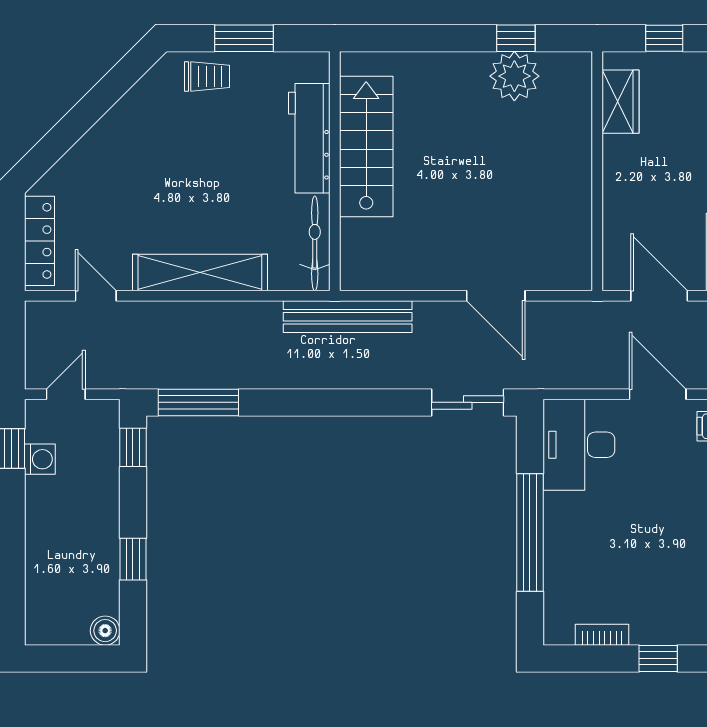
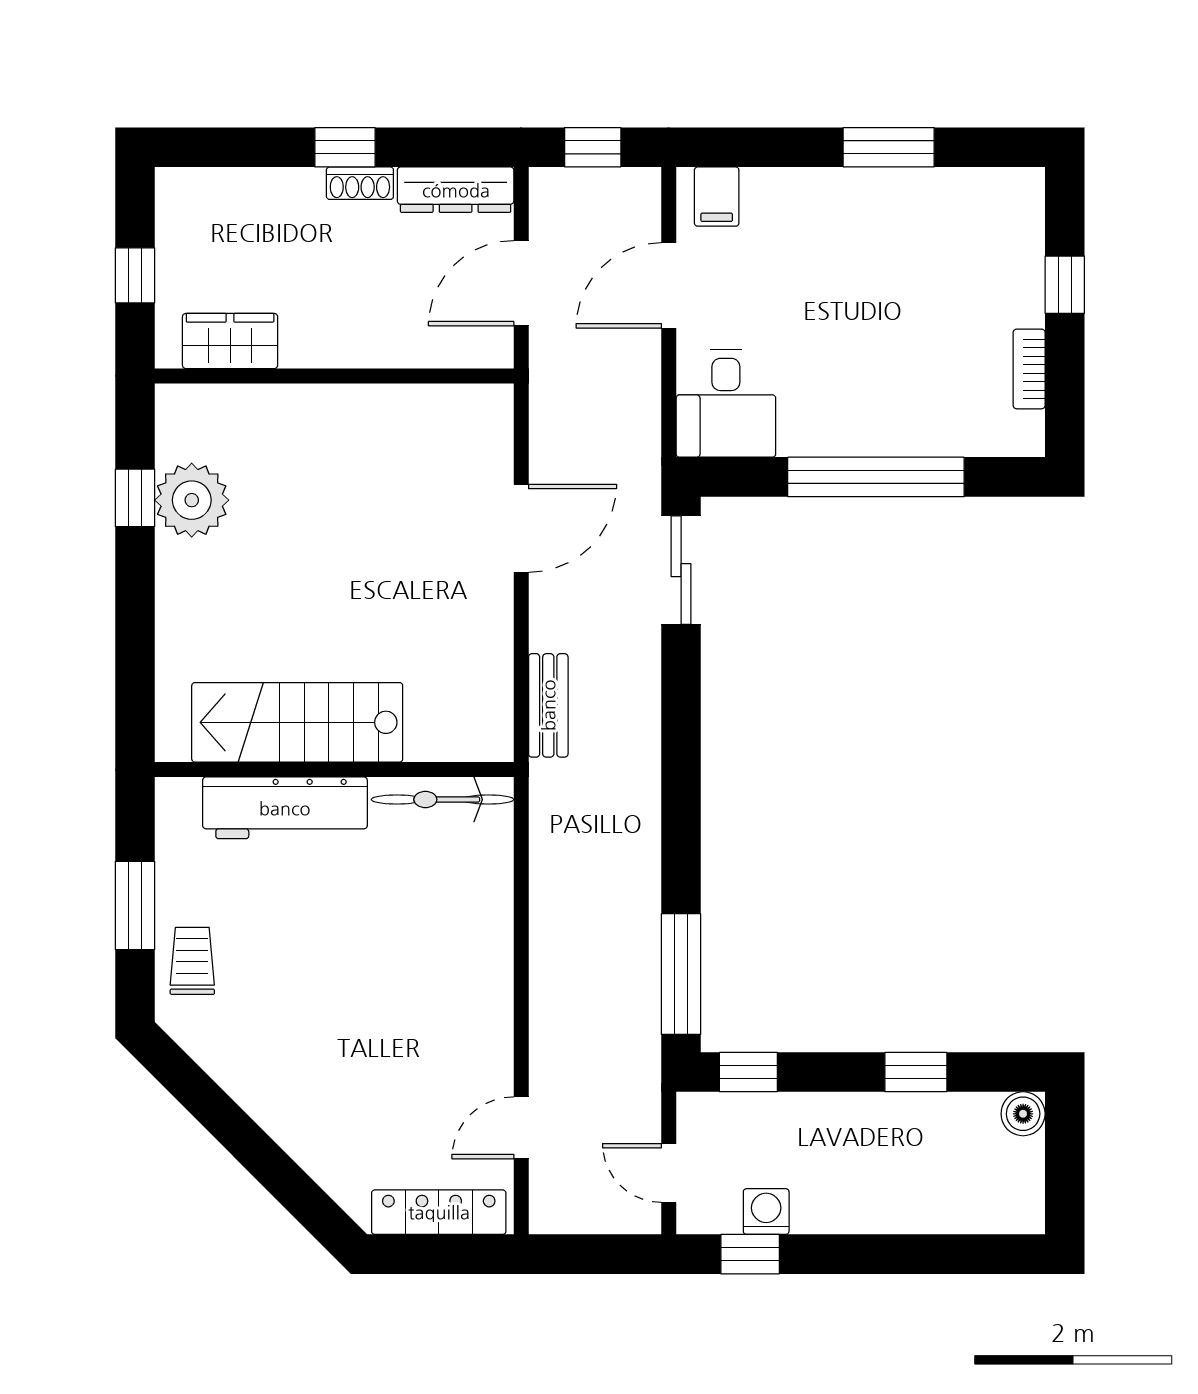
shelving: (200, 273) -> (486, 972), removed
bench: (348, 317) -> (548, 705), width x0.54, depth x0.82
desk: (579, 445) -> (726, 403), width x0.73

